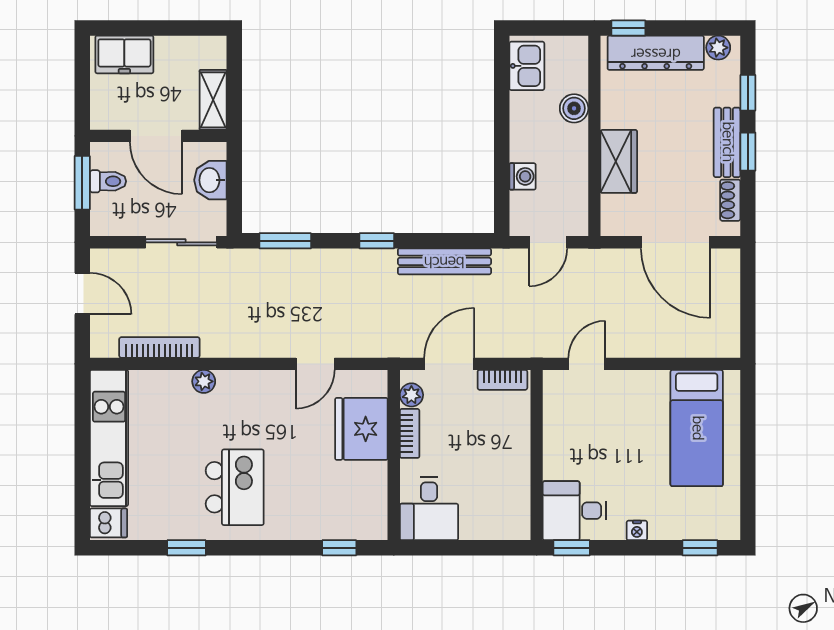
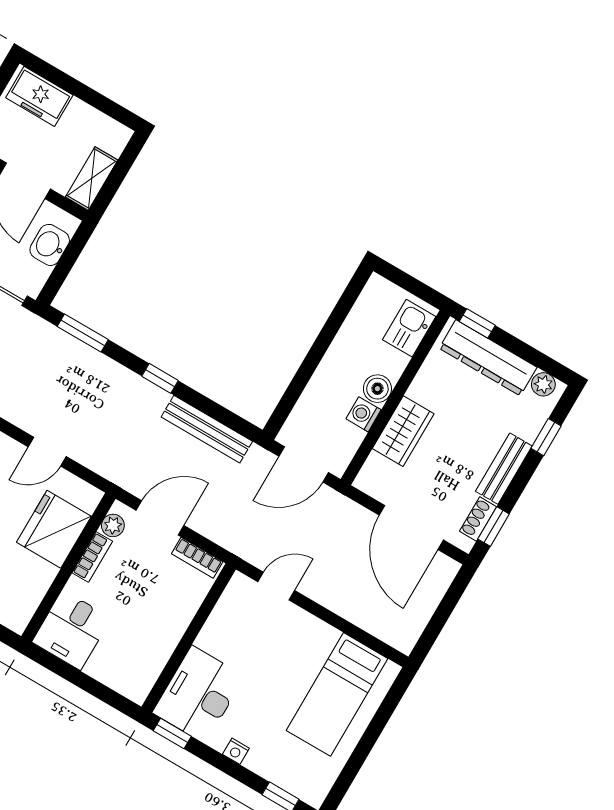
kitchen sink: (527, 66) -> (409, 328), moved, turned 180
boiler: (574, 108) -> (377, 389), moved
window: (748, 152) -> (494, 526), moved
washing machine: (523, 176) -> (364, 414), moved, turned 180
door: (548, 242) -> (304, 464), width x1.38
desk: (574, 511) -> (199, 694), width x1.37

